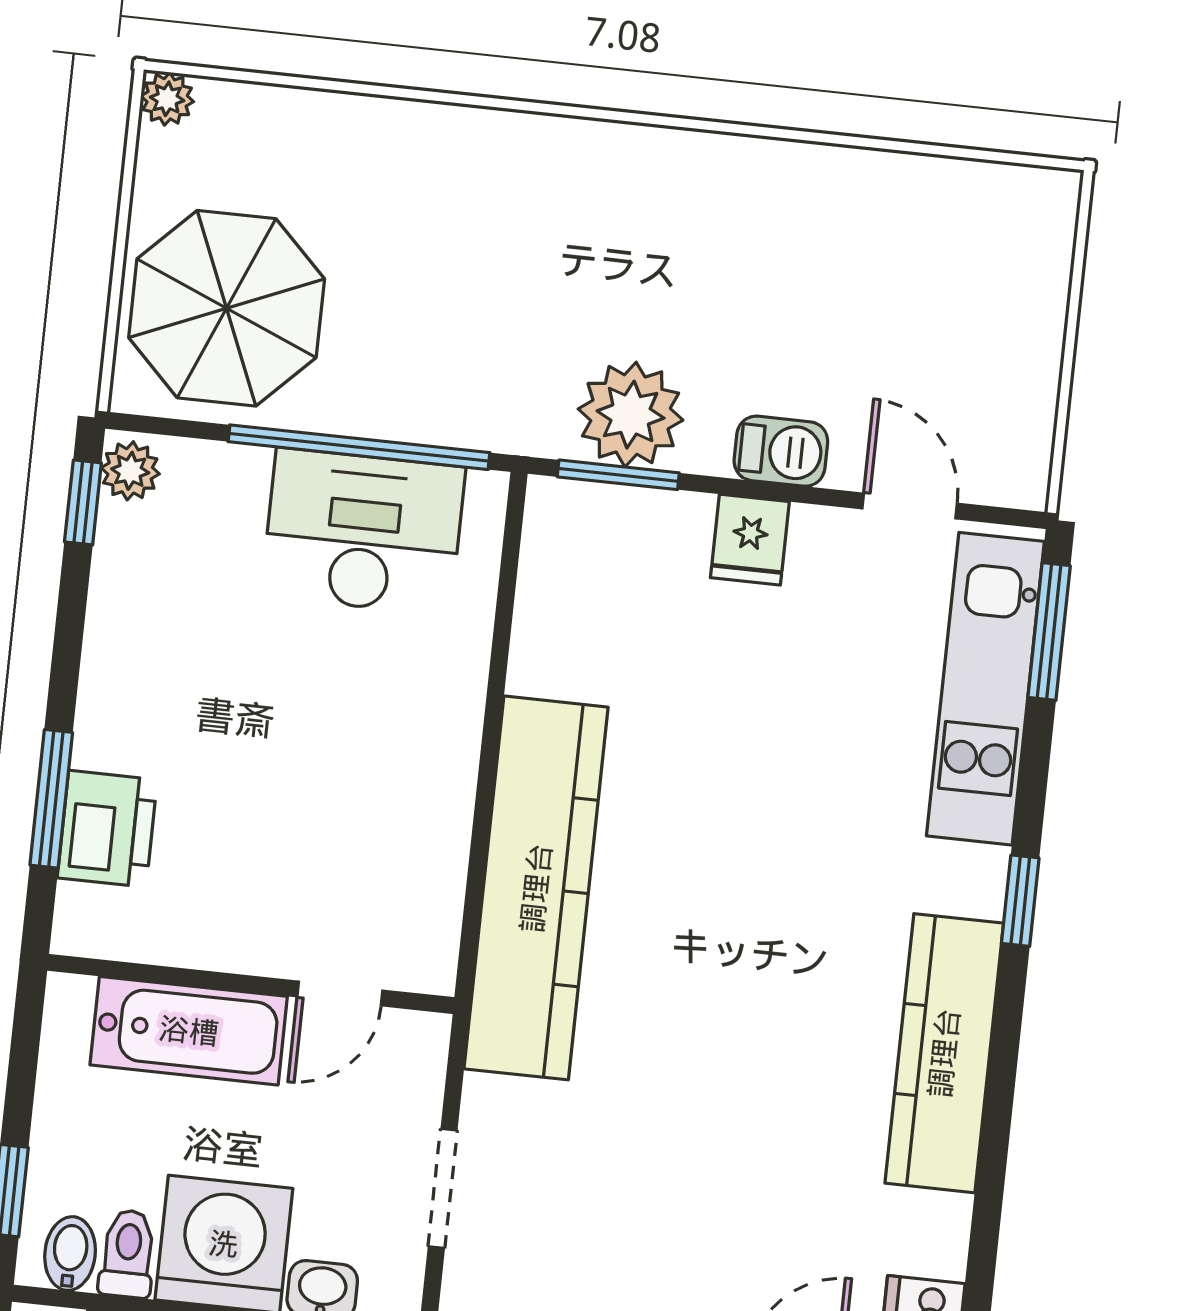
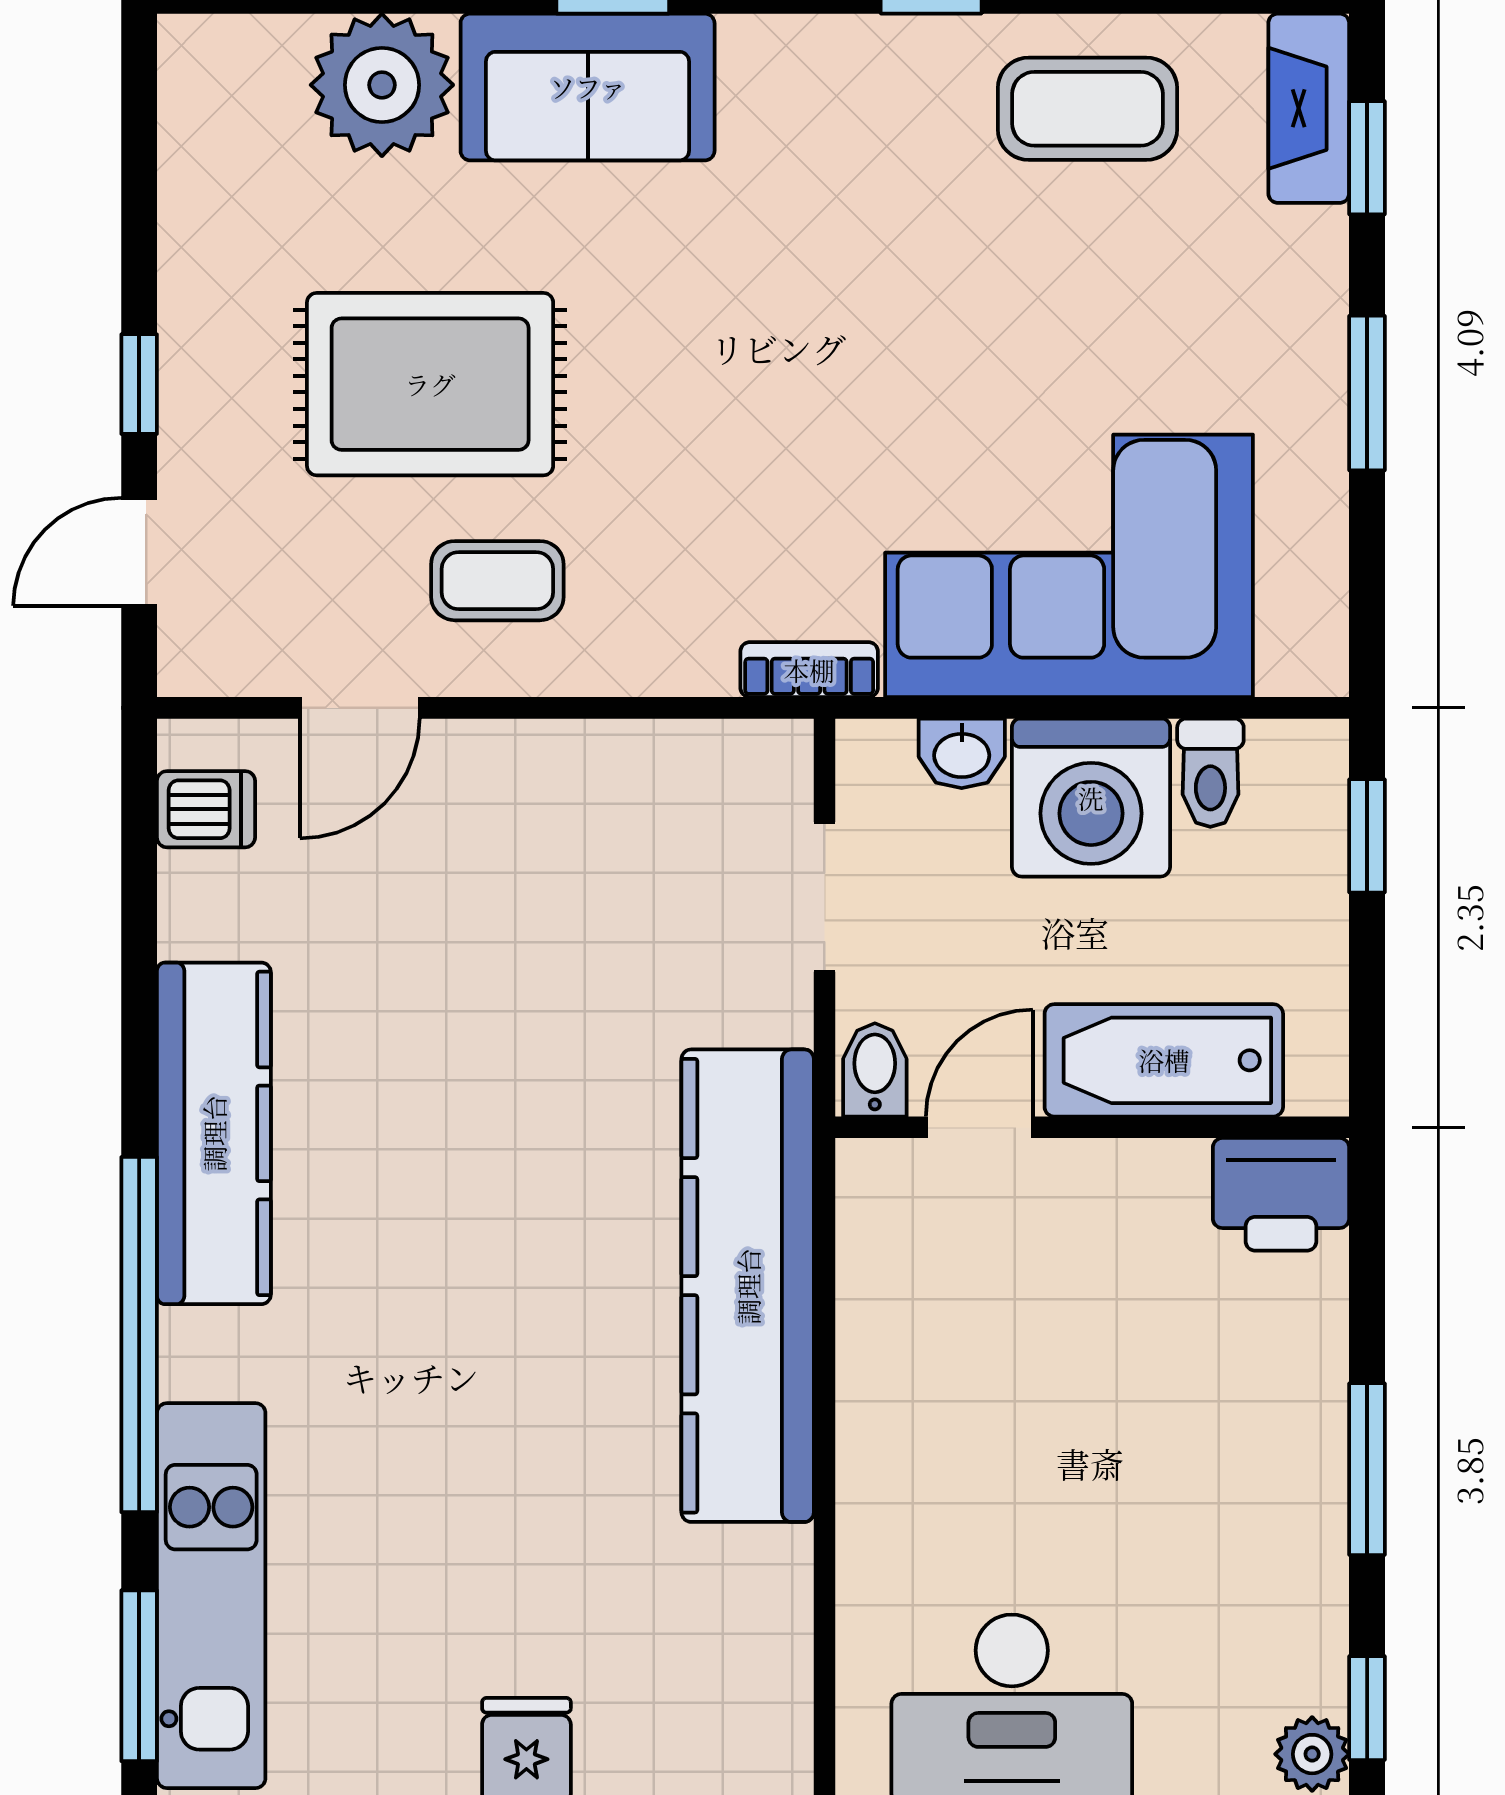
window: (51, 799) -> (1367, 1469), moved
printer: (107, 829) -> (1281, 1194), moved, turned -90
window: (1020, 901) -> (139, 1335), width x3.17
bidet: (70, 1254) -> (875, 1070), moved, turned 180

